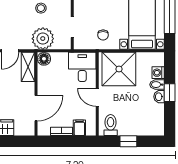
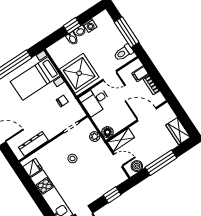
plant: (43, 39) -> (95, 137), width x0.53, depth x0.53
washing machine: (158, 73) -> (90, 26), moved
door: (97, 97) -> (110, 75), hinge flipped
window: (128, 141) -> (127, 32), width x2.17

